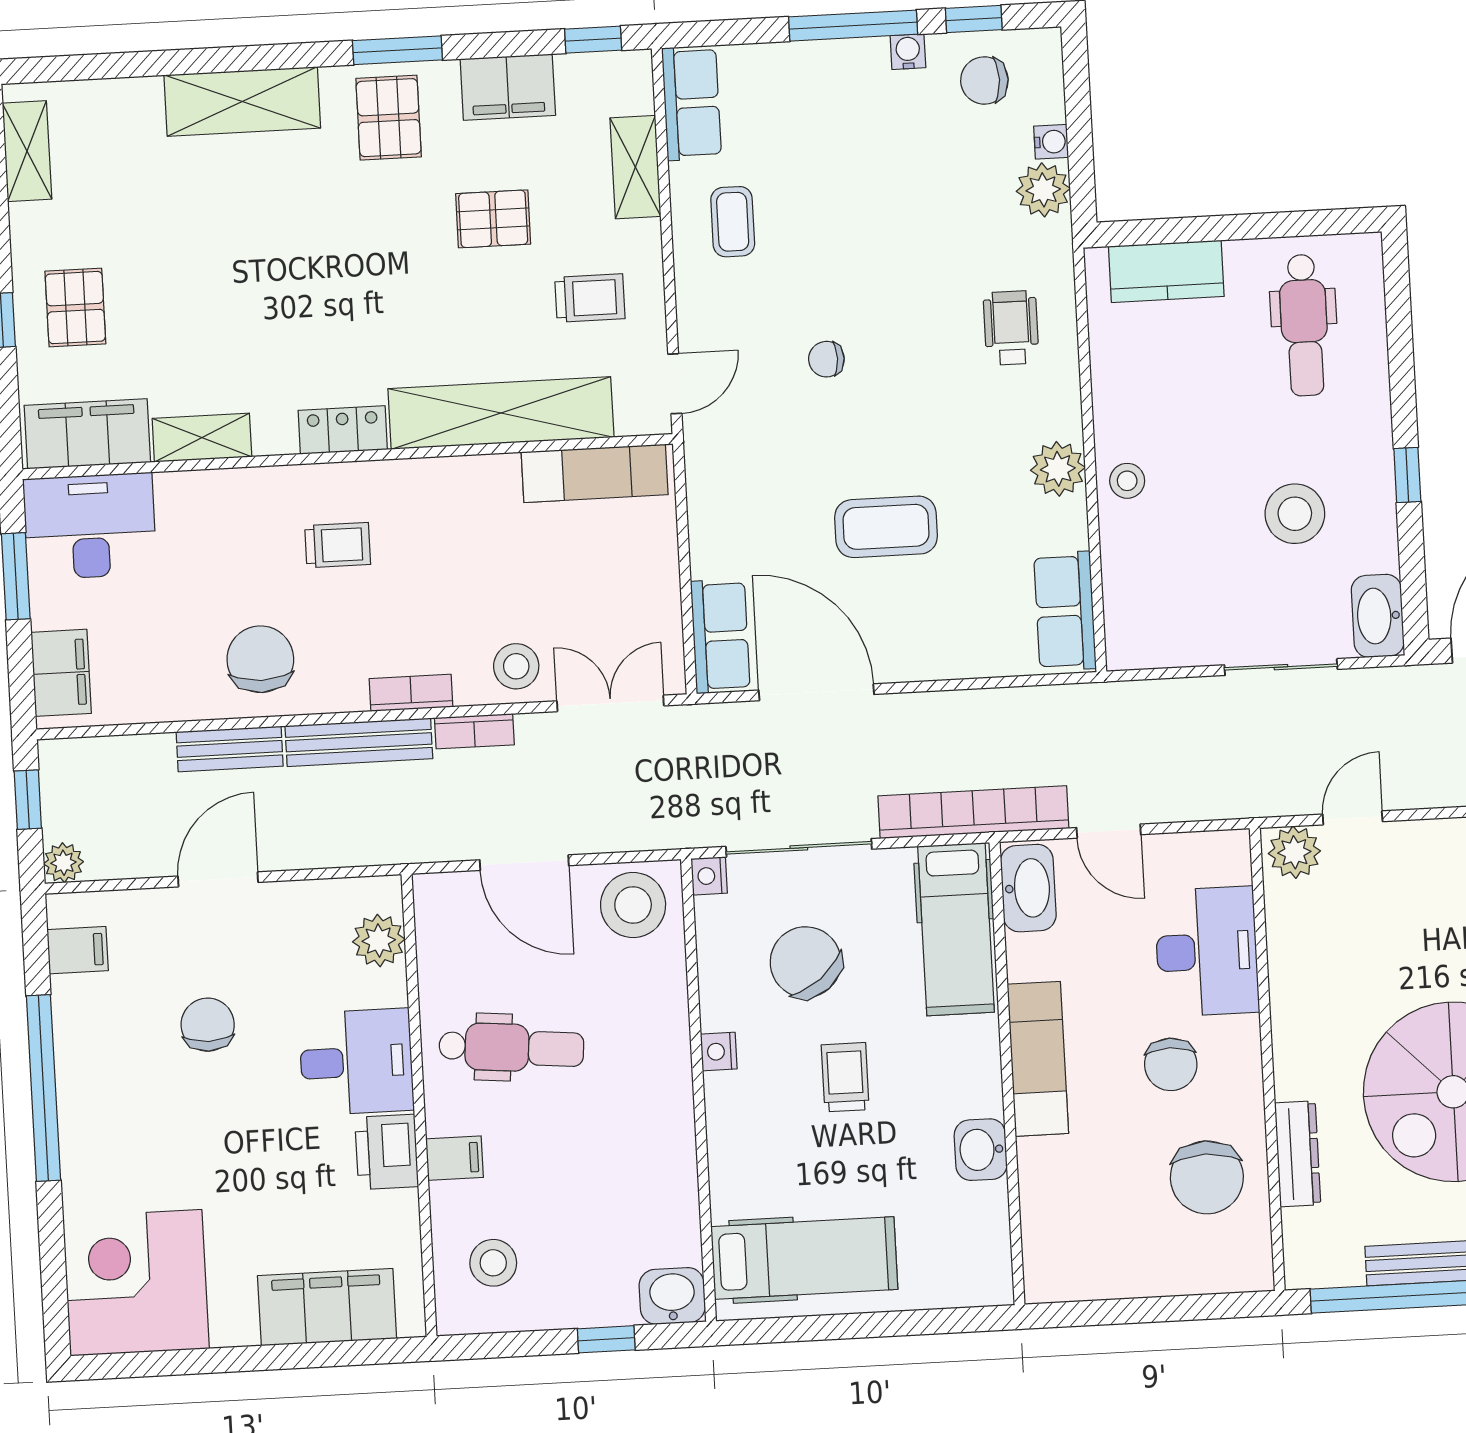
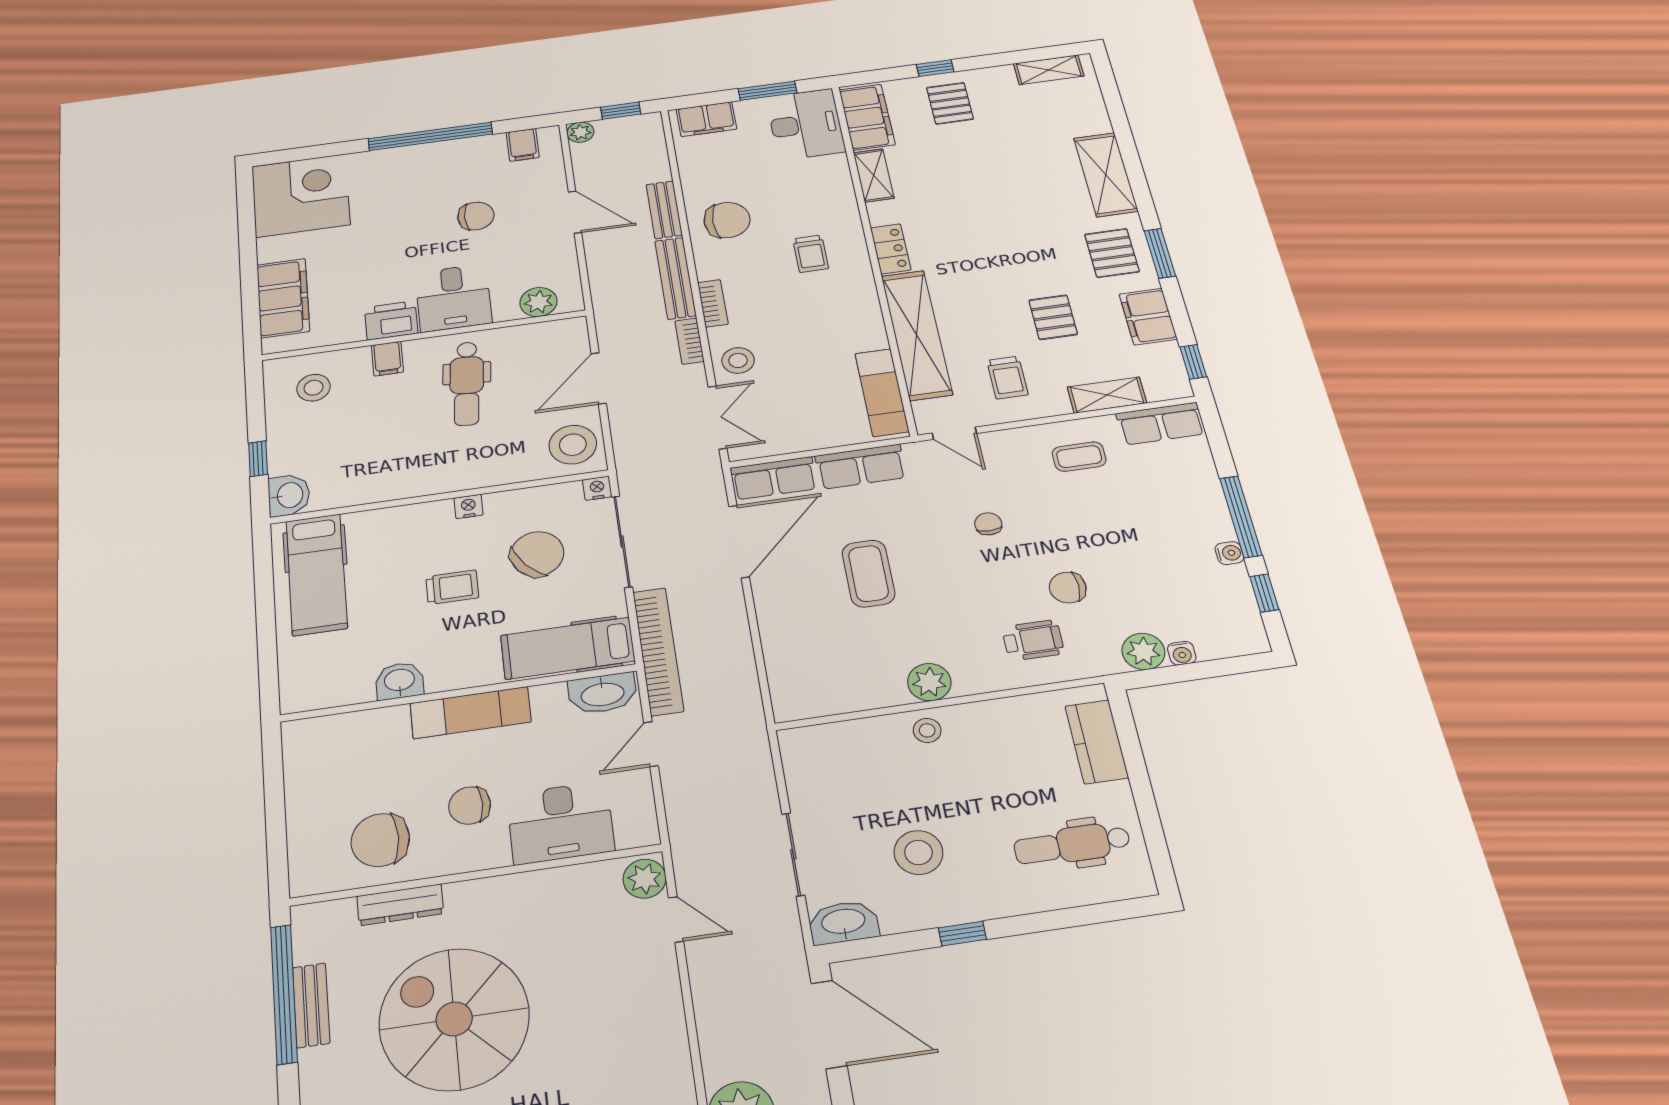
chair: (984, 80) -> (1068, 588), moved, turned -90
pallet: (389, 118) -> (1112, 253), turned 90
pallet: (75, 308) -> (950, 103), turned 90
row of seats: (1065, 611) -> (861, 467), moved, turned 180

